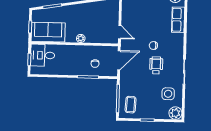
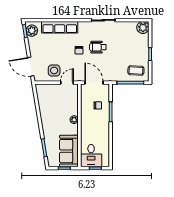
row of seats: (178, 20) -> (60, 27), width x1.48
side table: (168, 94) -> (54, 70), moved

